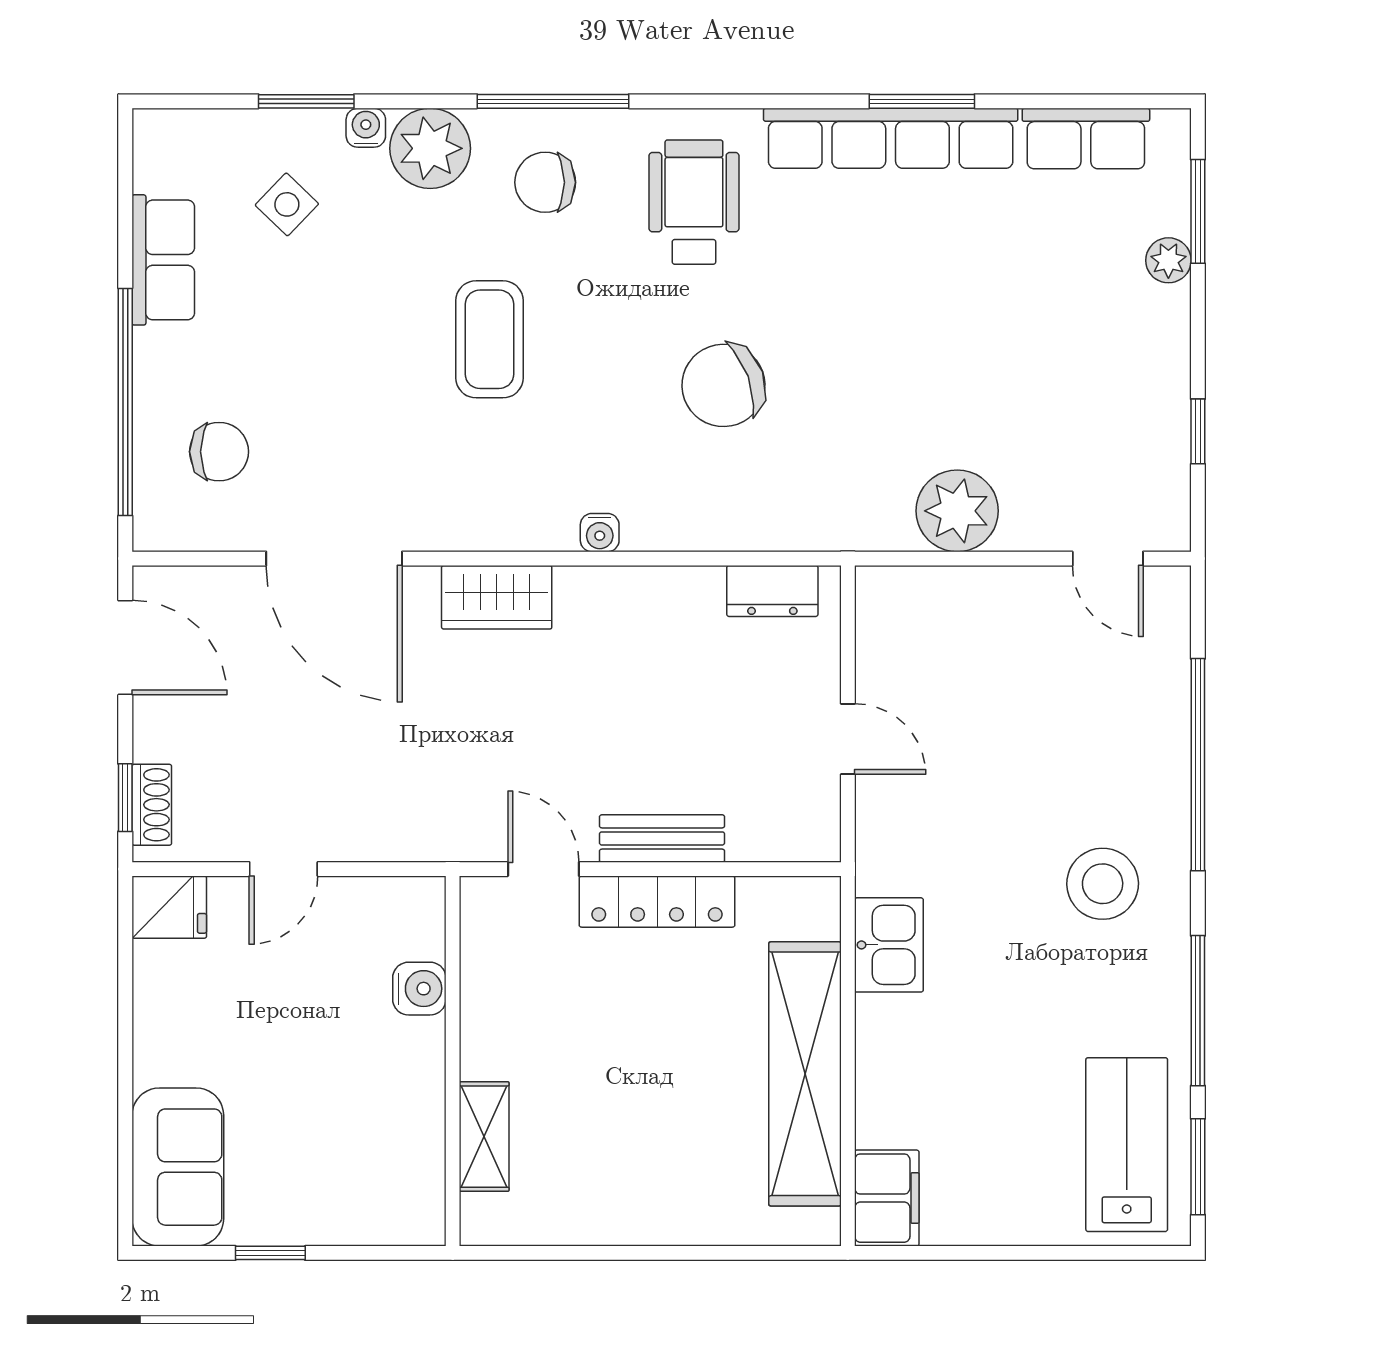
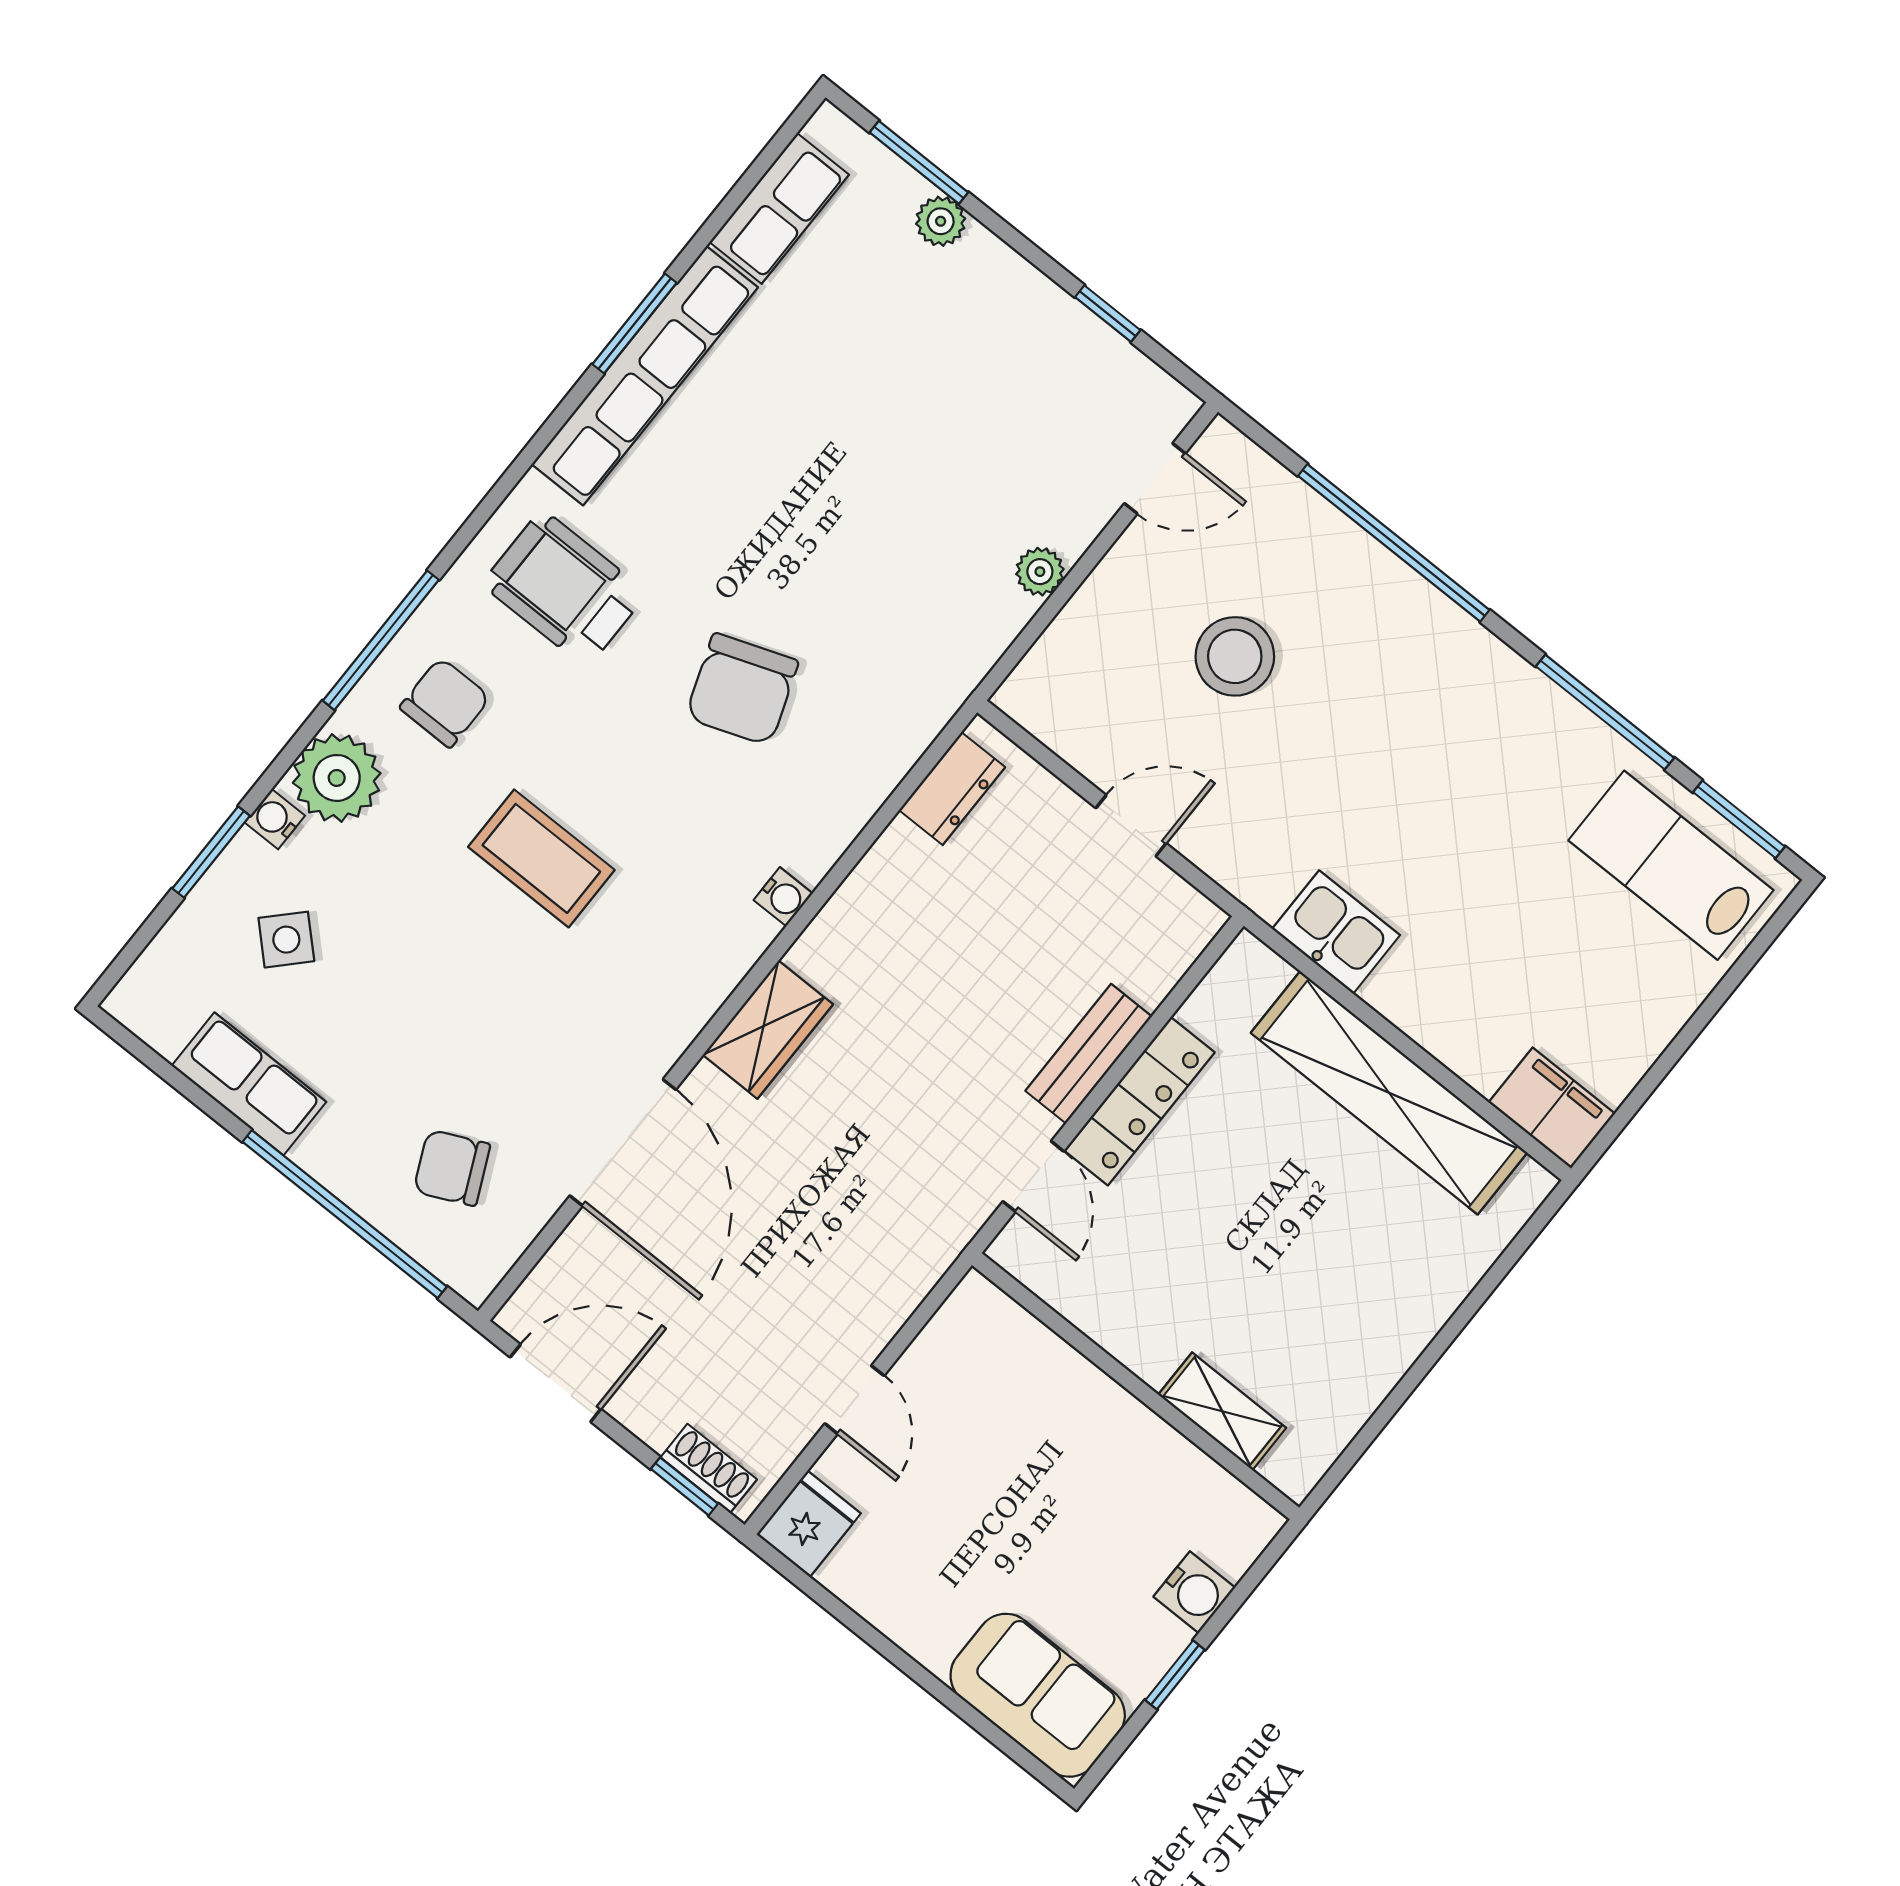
chair: (545, 182) -> (445, 703), turned 180
chair: (219, 452) -> (452, 1168), turned -115
plant: (957, 511) -> (1040, 572), width x0.53, depth x0.53
door: (334, 559) -> (623, 1143), hinge flipped
door: (543, 869) -> (1033, 1176), swing flipped
stool: (1103, 884) -> (1235, 656), moved
water cooler: (419, 989) -> (1194, 1592), moved, turned 90

